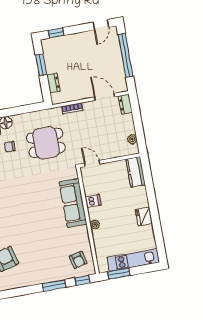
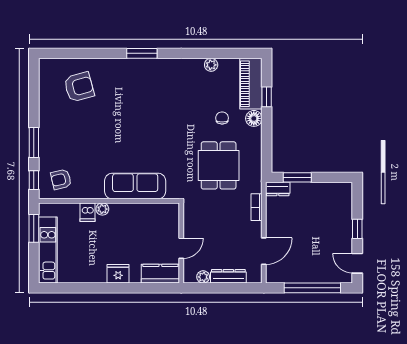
window: (56, 33) -> (357, 229), moved
window: (41, 65) -> (297, 177), moved
dresser: (53, 83) -> (278, 189), moved
dresser: (125, 104) -> (228, 276), moved, width x1.44
door: (92, 164) -> (181, 248), moved
dishwasher: (93, 201) -> (88, 212), moved
fridge: (144, 216) -> (118, 274), moved

